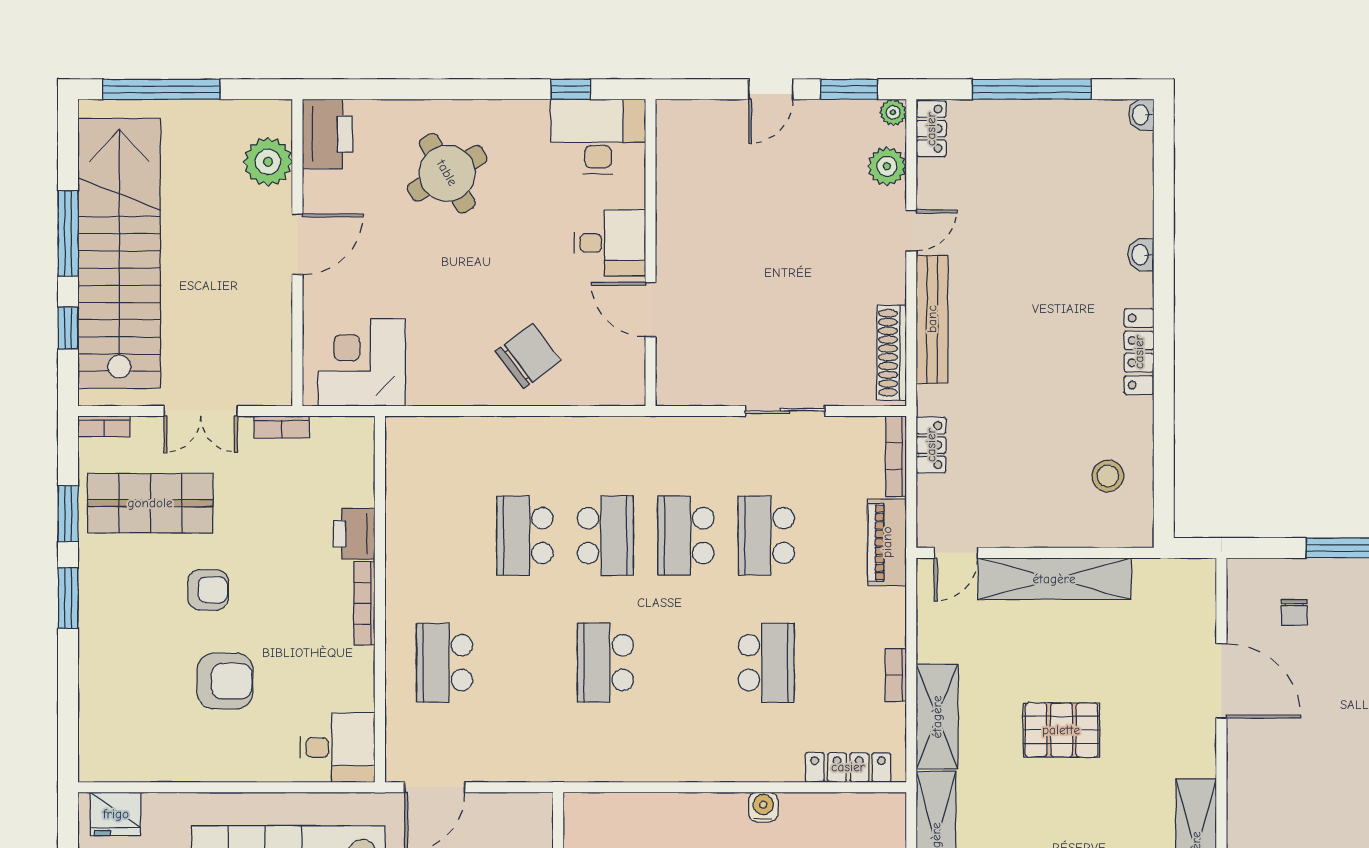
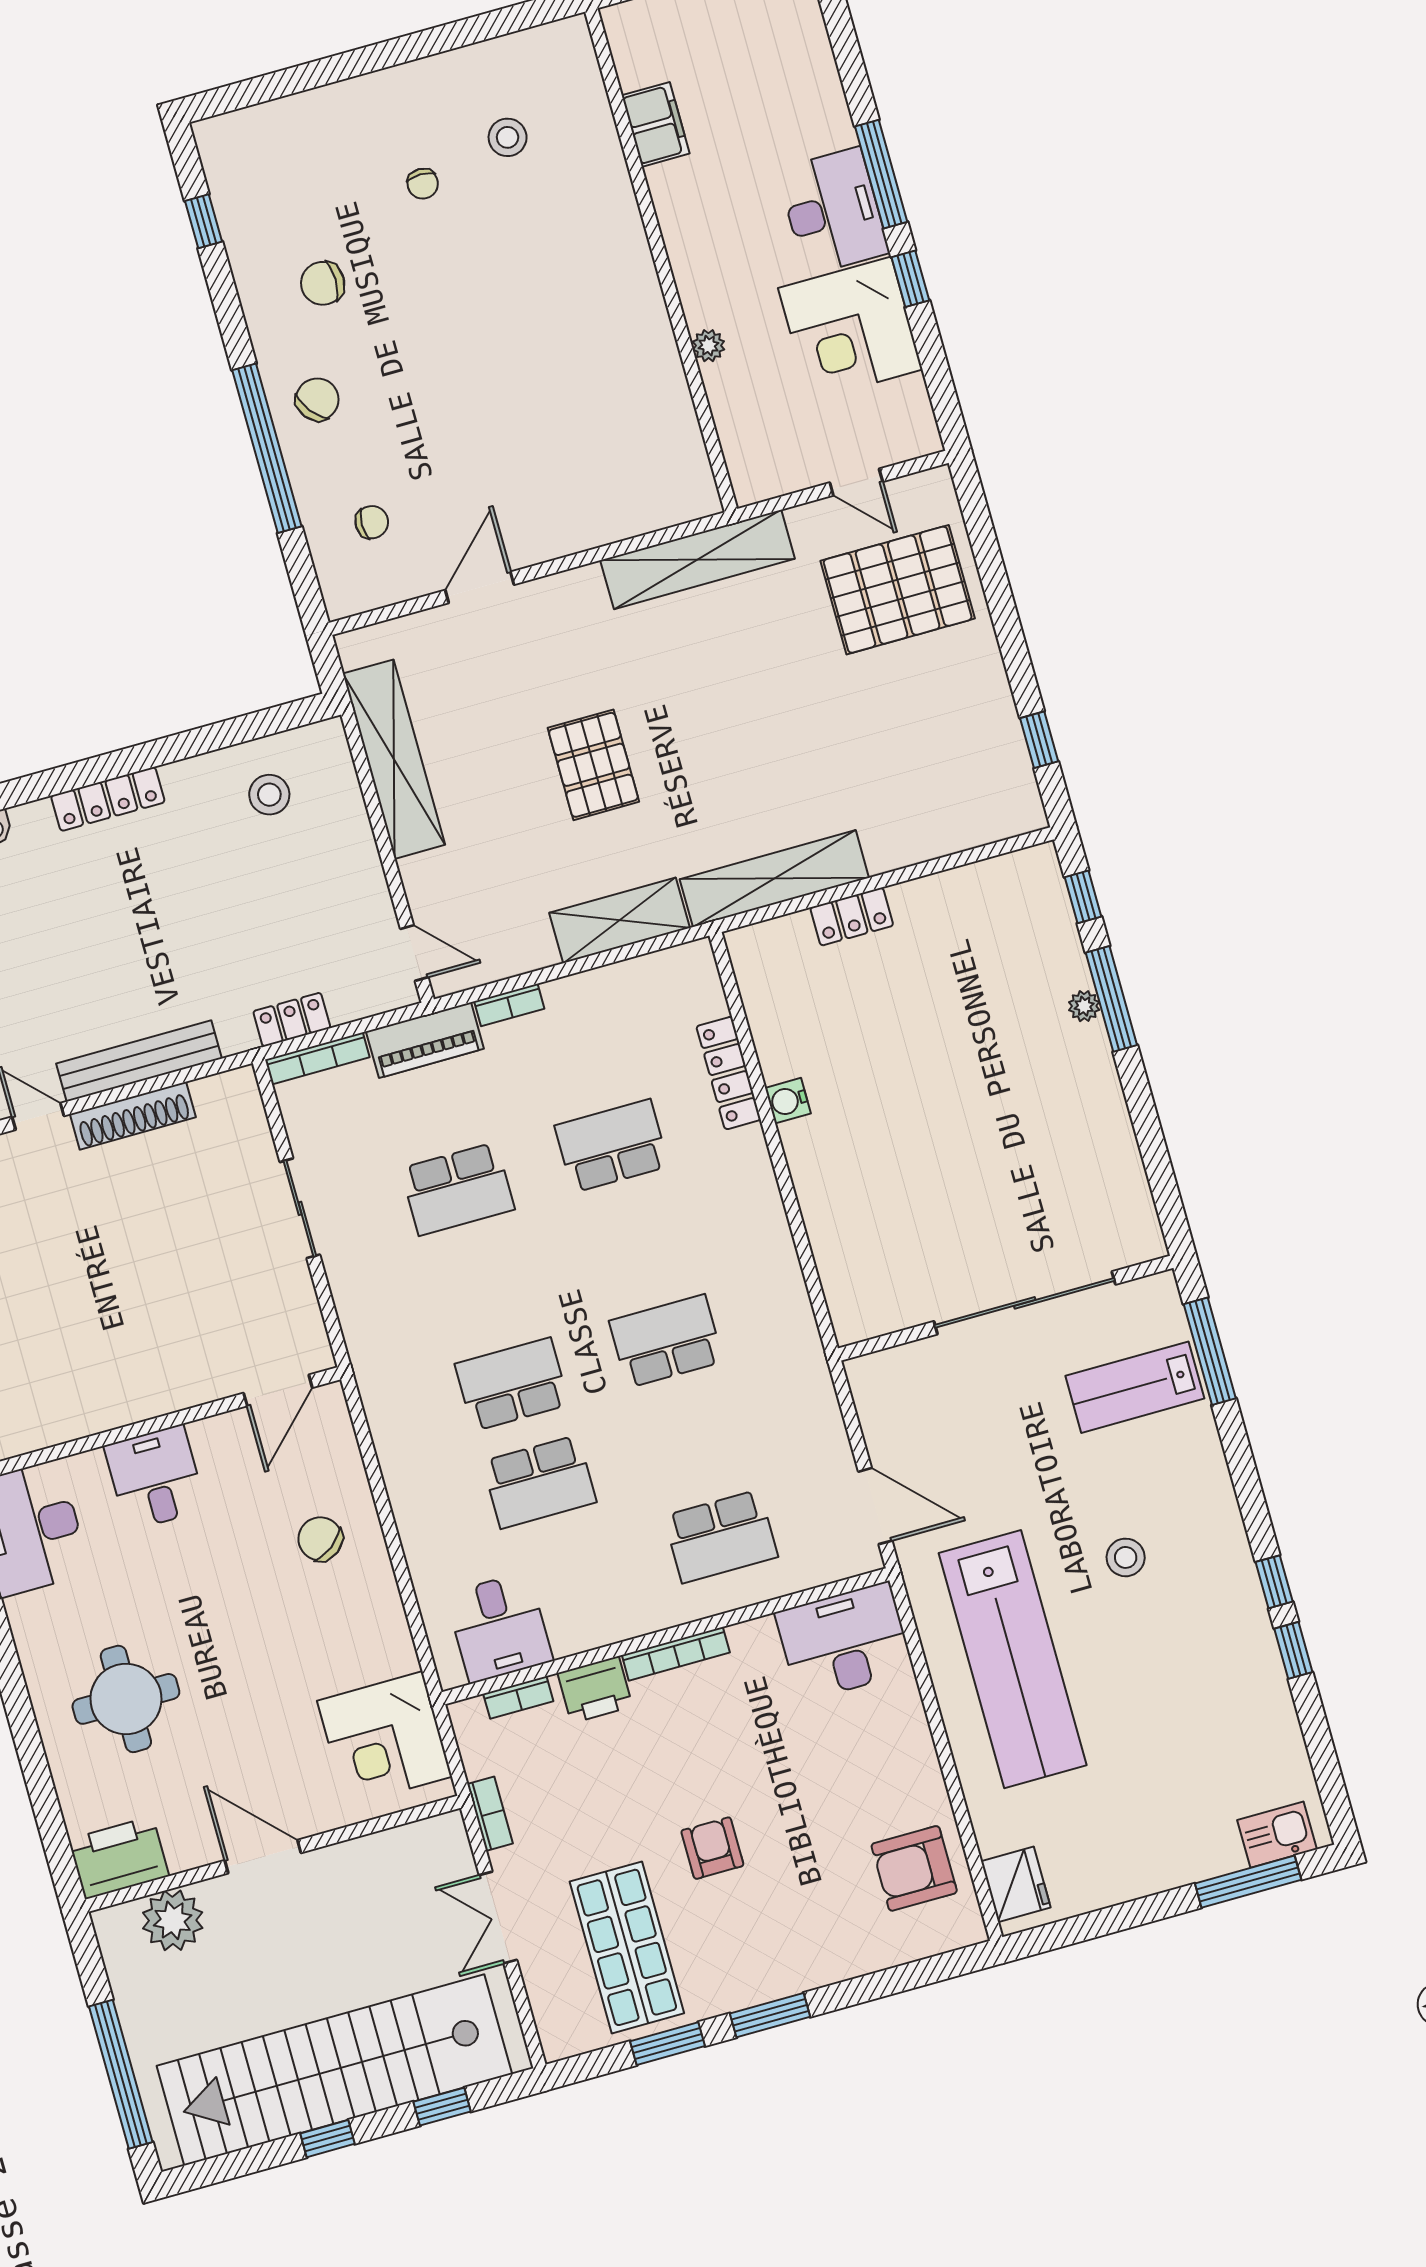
round table: (447, 173) -> (126, 1699), turned 30
window: (68, 234) -> (328, 2139), width x0.46
door: (651, 310) -> (278, 1390), moved
shoe rack: (892, 353) -> (133, 1116), moved
chair: (528, 356) -> (320, 1539), width x0.73, depth x0.73
double door: (201, 411) -> (498, 1918), swing flipped
bookcase: (104, 426) -> (518, 1697), moved, turned 90
desk: (422, 474) -> (499, 1627), added
school desk: (686, 536) -> (485, 1287), removed
shelving: (1054, 579) -> (394, 759), moved
school desk: (605, 663) -> (666, 1341), turned 180
bookcase: (896, 675) -> (509, 1005), moved
armchair: (225, 681) -> (914, 1868), moved, turned -90
door: (1221, 681) -> (480, 587), width x0.73
desk: (338, 748) -> (844, 1642), width x1.37
locker: (848, 767) -> (729, 1073), moved

